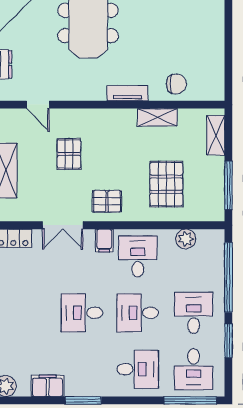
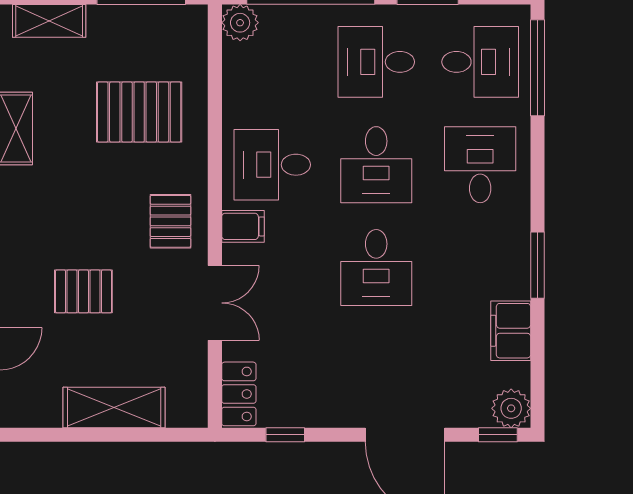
plant: (186, 239) -> (240, 23), moved

